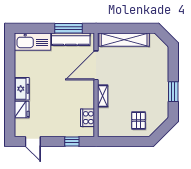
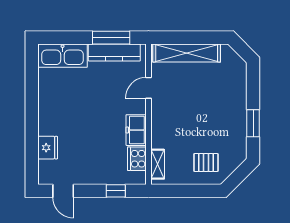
door: (96, 65) -> (149, 88), width x0.53
freezer: (22, 89) -> (136, 130), moved, turned 180
shelving: (103, 96) -> (158, 164), moved
pallet: (138, 120) -> (206, 163), turned 90

